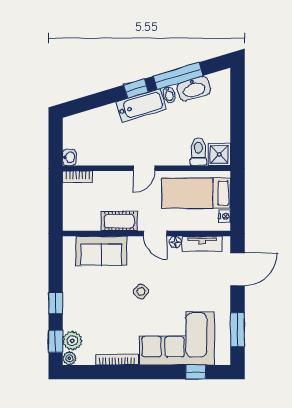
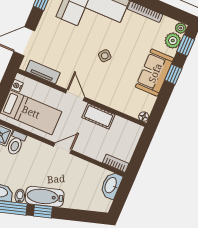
washbasin: (69, 157) -> (111, 185), width x1.91, depth x1.45
floor lamp: (175, 242) -> (144, 117), moved
sofa: (101, 251) -> (155, 73), moved, turned -90

